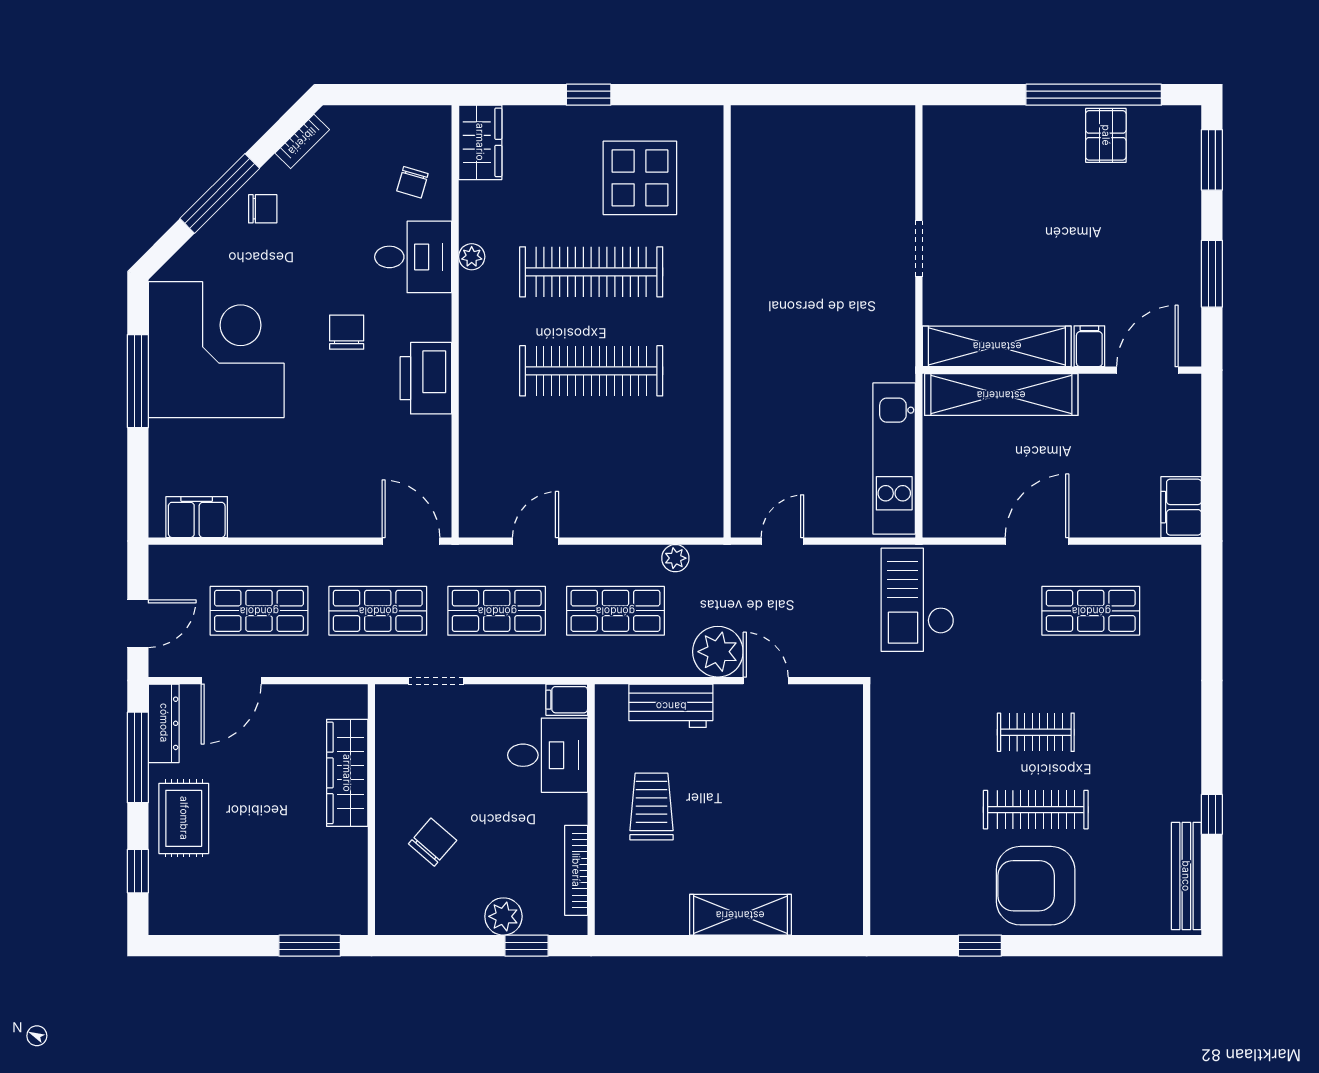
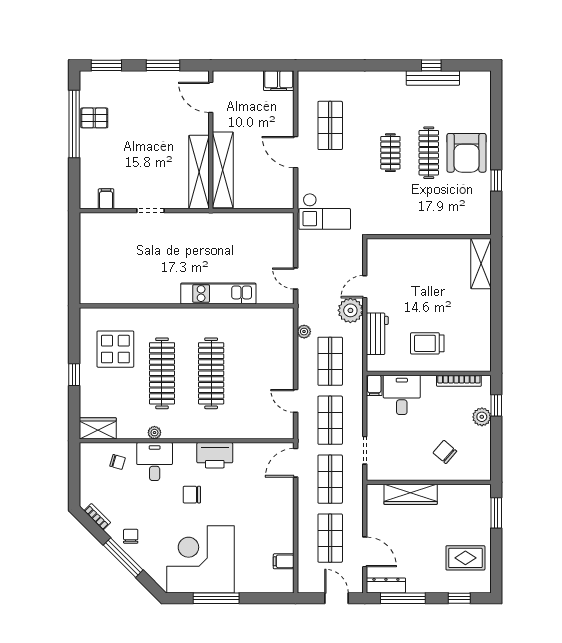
filing cabinet: (1089, 346) -> (106, 199), moved, turned 90
kitchen unit: (894, 458) -> (218, 294), moved, turned 180
filing cabinet: (197, 517) -> (284, 561), width x0.50
rug: (184, 818) -> (465, 558), moved
bench: (1186, 876) -> (433, 78), moved
shelving: (740, 915) -> (481, 264), moved

